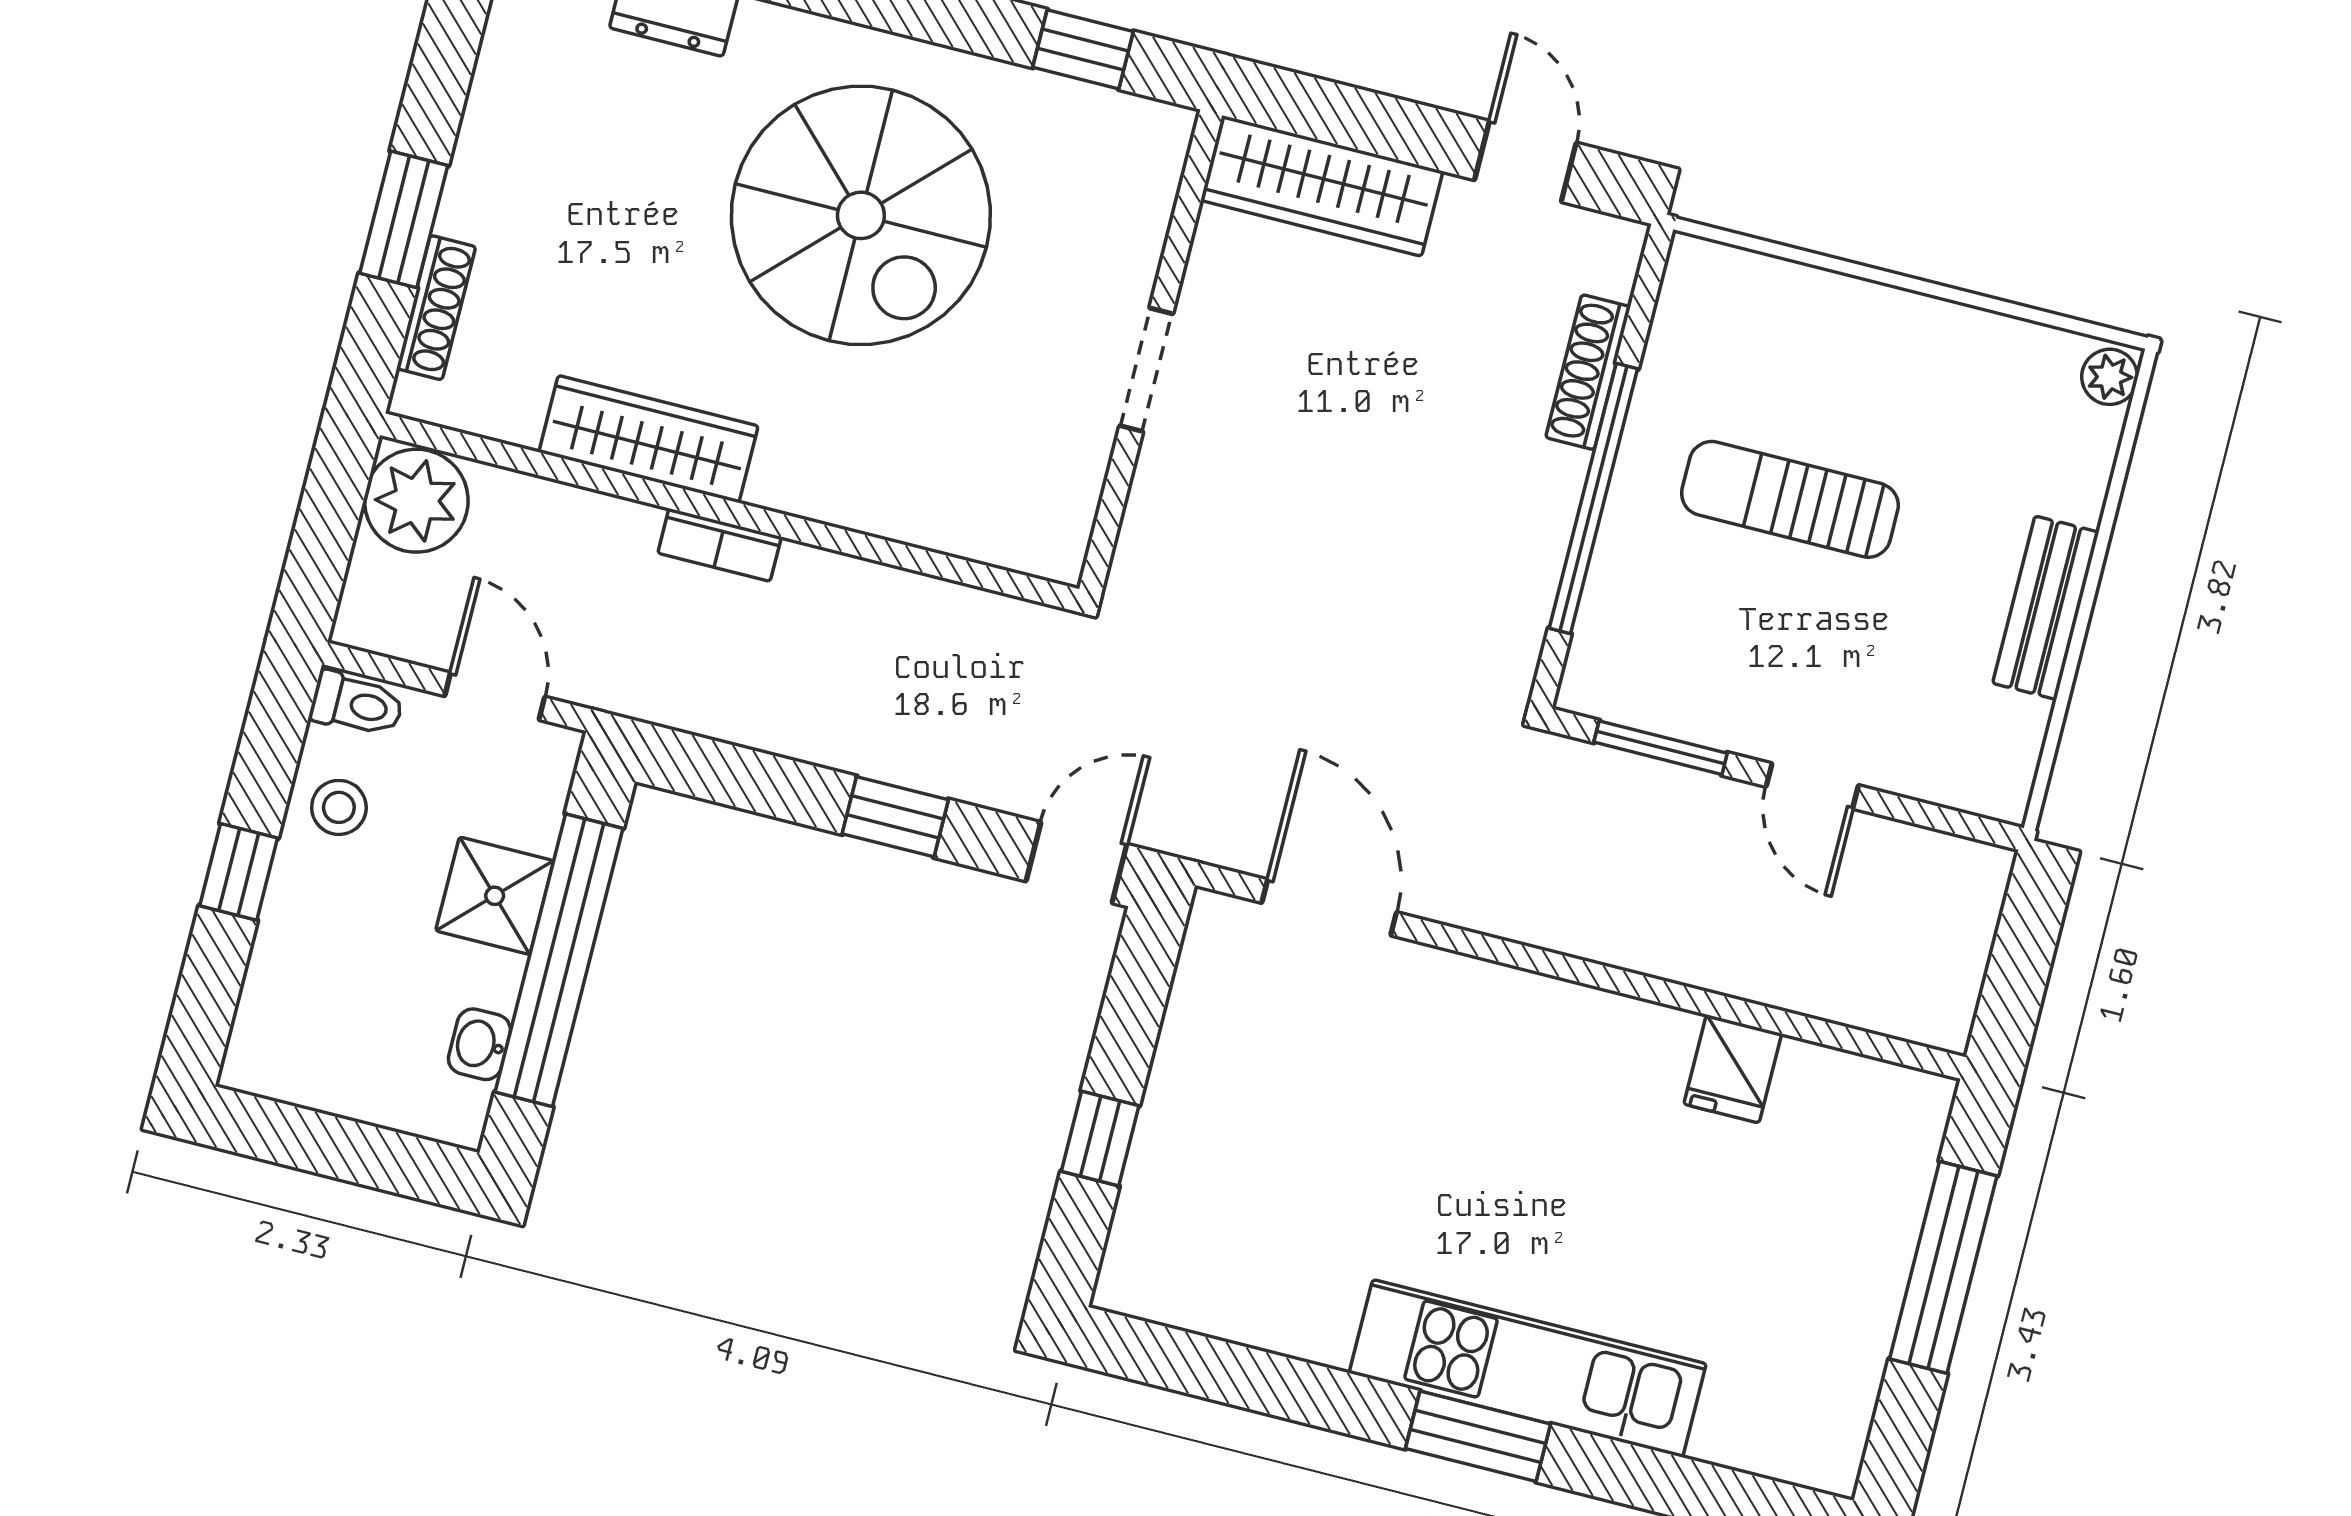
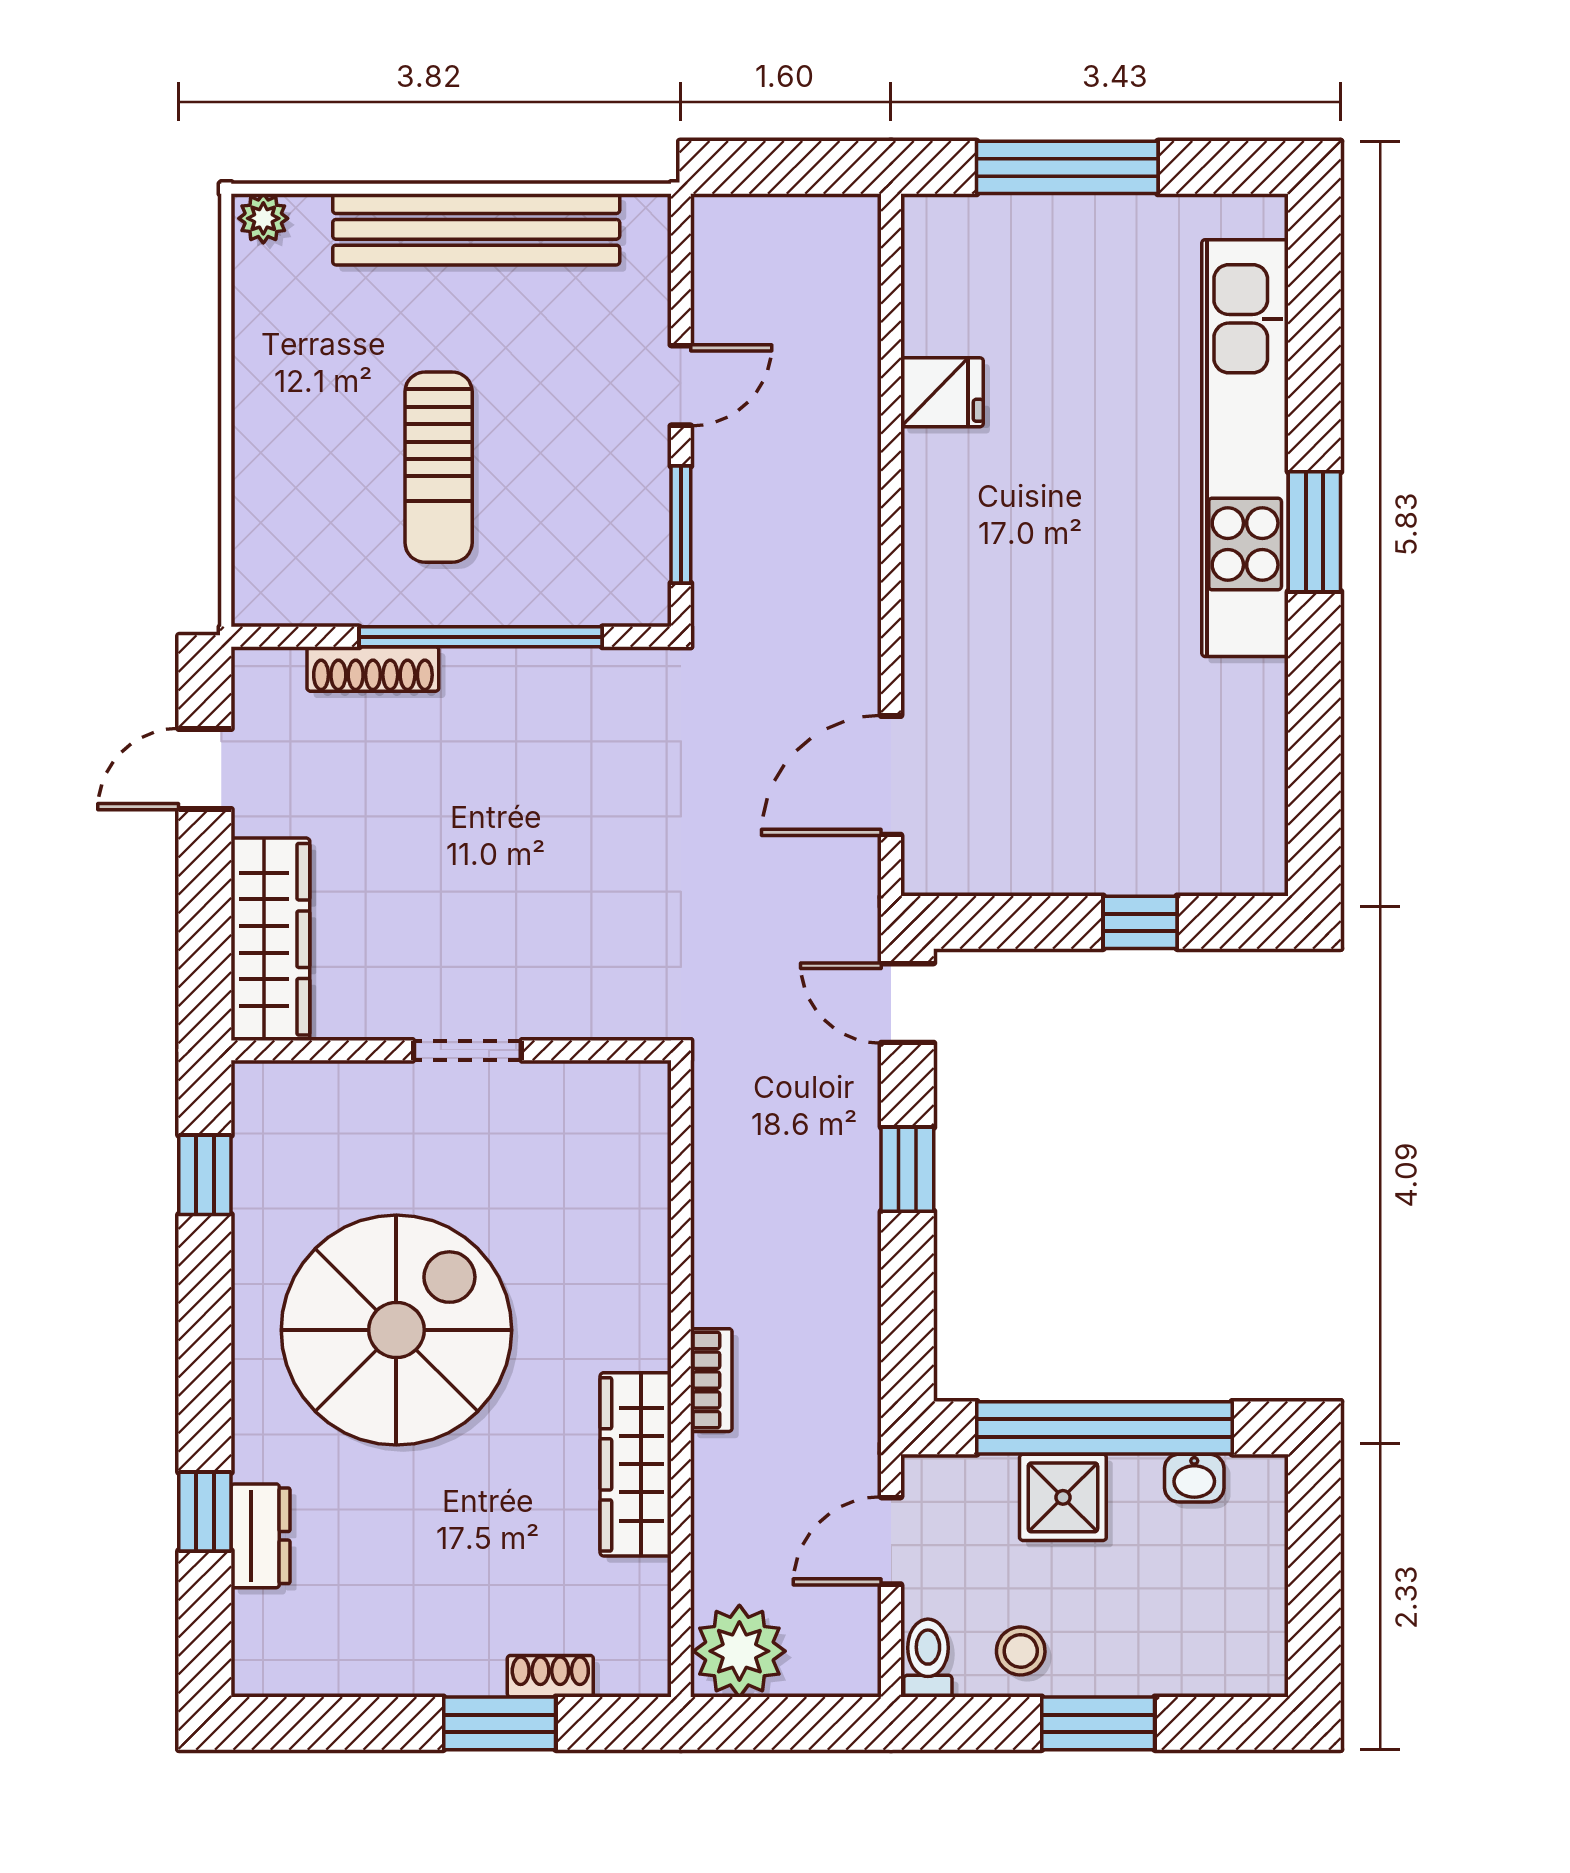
shoe rack: (436, 308) -> (550, 1676), width x0.70
bench: (2046, 608) -> (476, 229), width x1.86, depth x1.21
window: (239, 872) -> (1098, 1723), width x1.50
kitchen unit: (1528, 1368) -> (1245, 448), width x1.36

